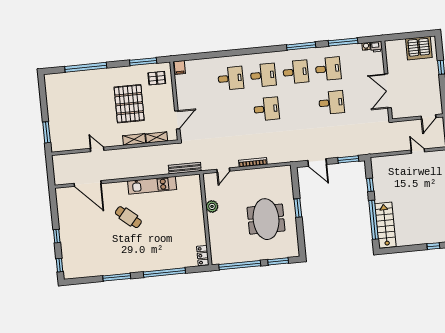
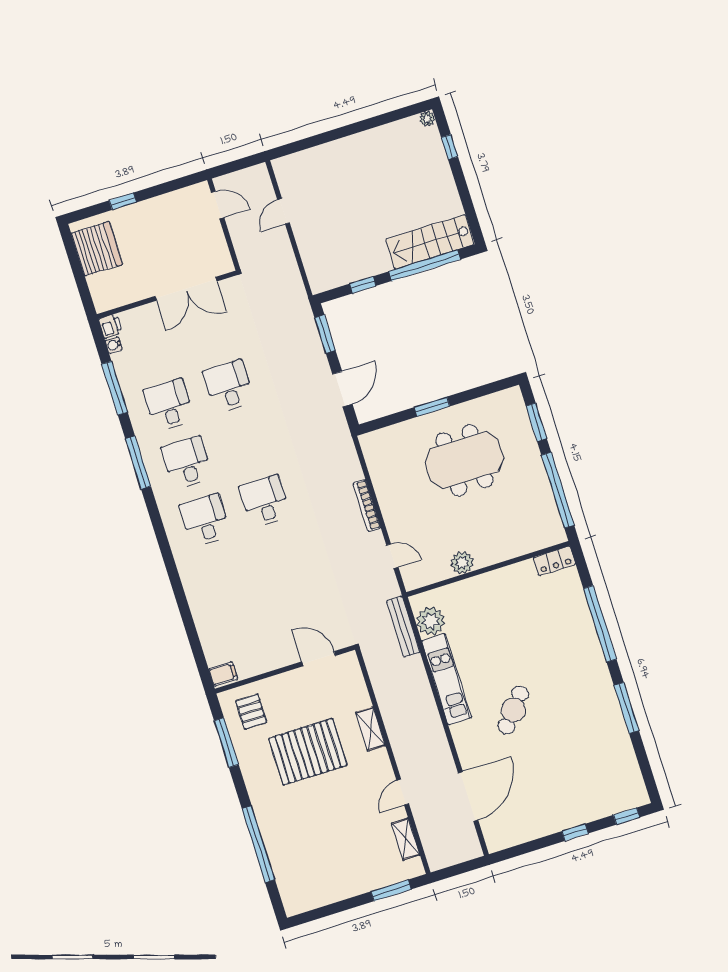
desk: (231, 78) -> (223, 578), removed
shelving: (157, 137) -> (406, 839), moved
plant: (185, 183) -> (431, 621), added

